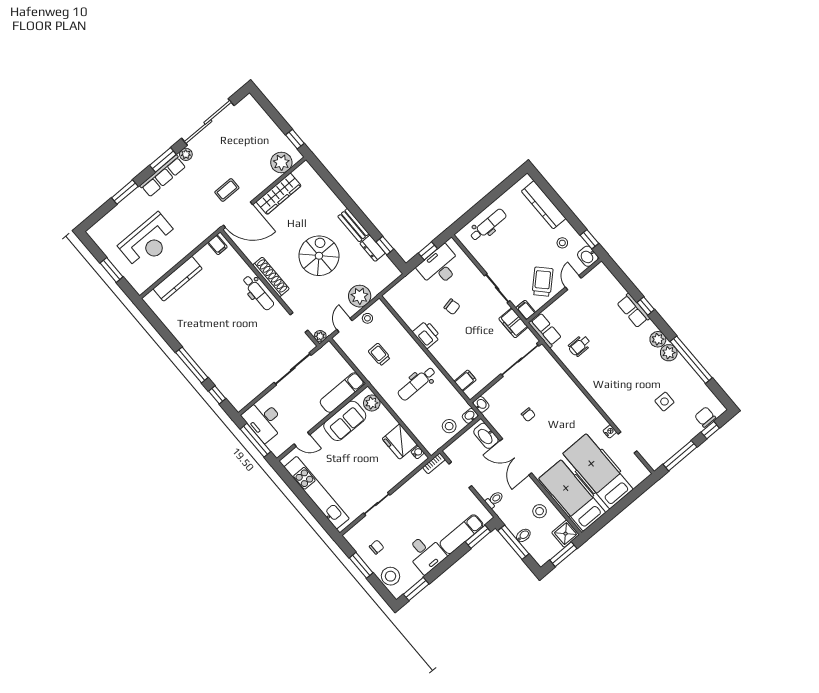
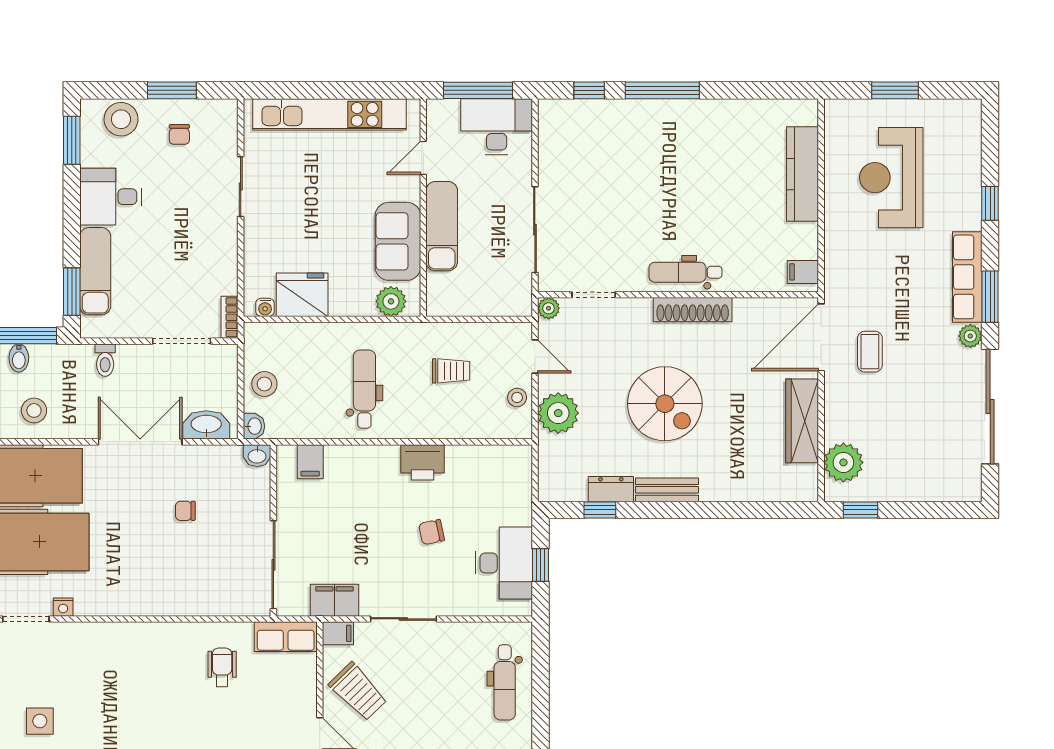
window: (125, 192) -> (990, 203), width x0.67
exam couch: (342, 392) -> (442, 226), moved

